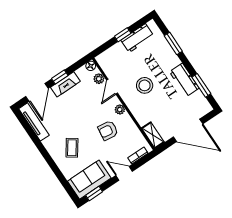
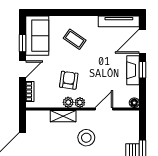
plant: (99, 79) -> (68, 102), moved
door: (112, 87) -> (104, 109), hinge flipped
door: (37, 92) -> (143, 41), hinge flipped
shelving: (153, 135) -> (63, 116), moved
window: (94, 193) -> (22, 43), moved

